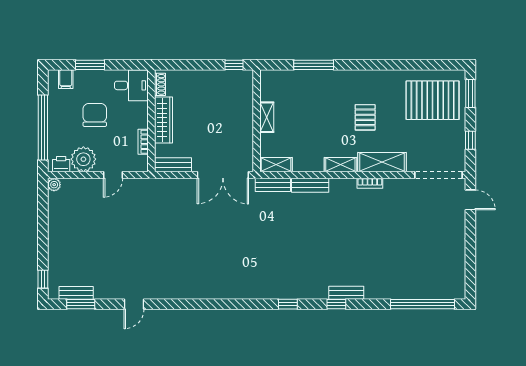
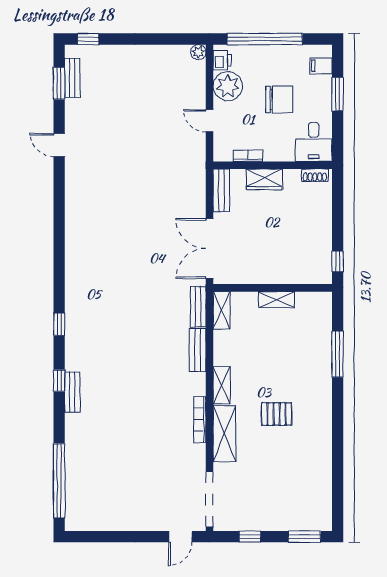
pallet: (433, 100) -> (296, 493), removed
wardrobe: (163, 120) -> (264, 179), width x0.67
bookcase: (370, 183) -> (200, 420), width x1.56

